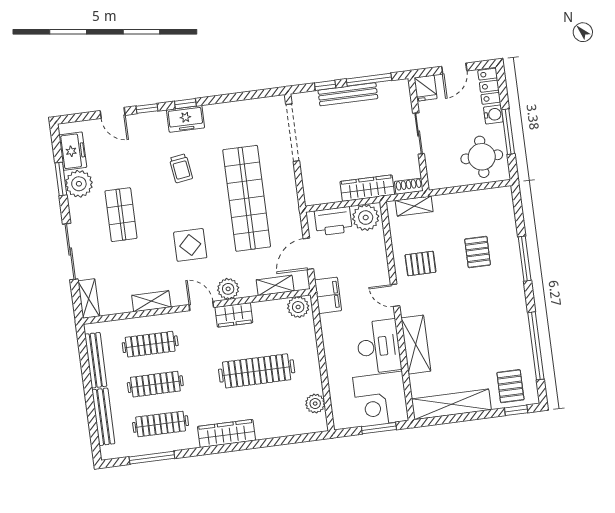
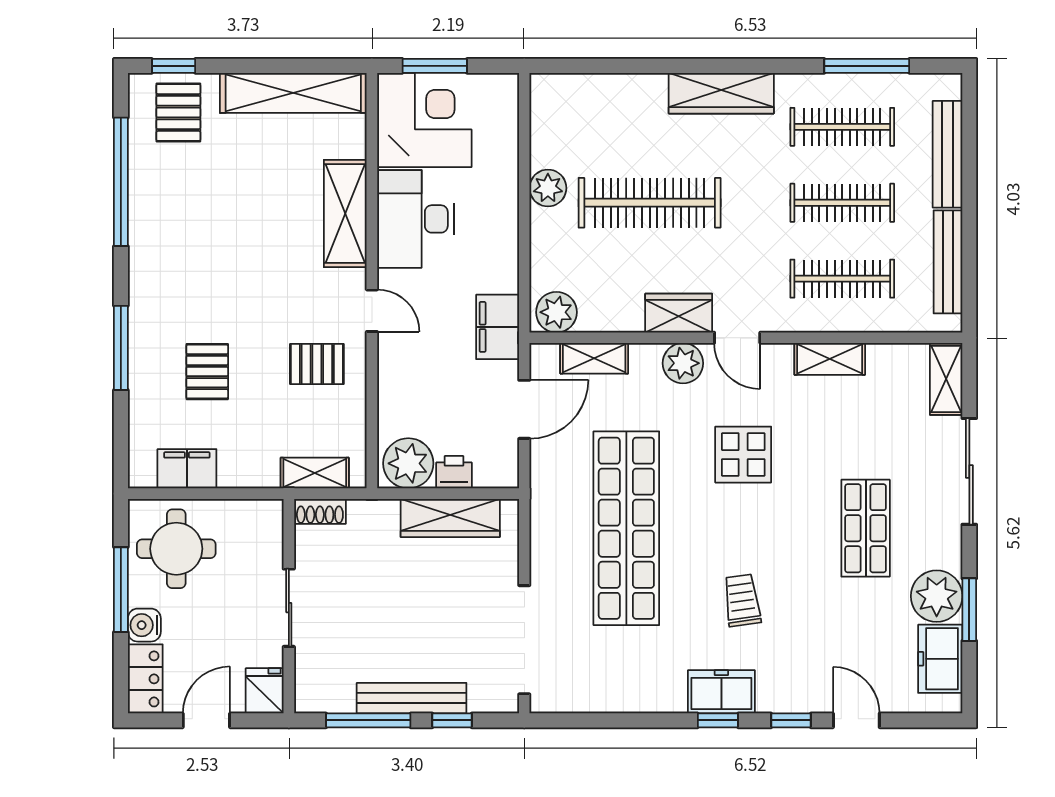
wardrobe: (367, 188) -> (450, 518), moved
filing cabinet: (482, 200) -> (187, 469), added
printer: (333, 221) -> (454, 472), width x0.53, depth x0.68
plant: (315, 404) -> (548, 188), moved

